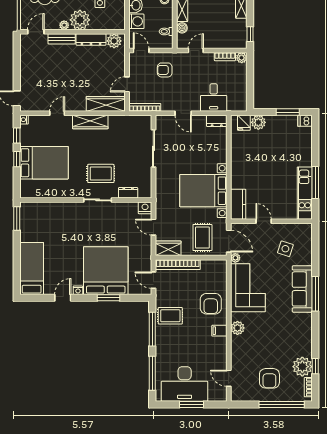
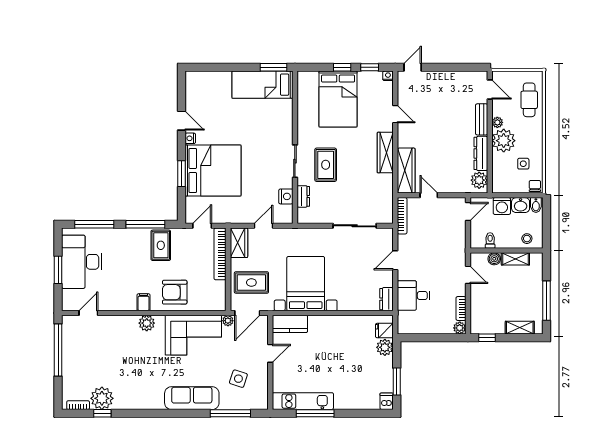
armchair: (165, 70) -> (446, 239), removed
nightstand: (145, 208) -> (286, 196), moved
bed: (32, 268) -> (262, 85), moved, turned 180
window: (315, 294) -> (230, 413), moved
armchair: (269, 378) -> (88, 360), removed
window: (282, 404) -> (58, 350), moved

